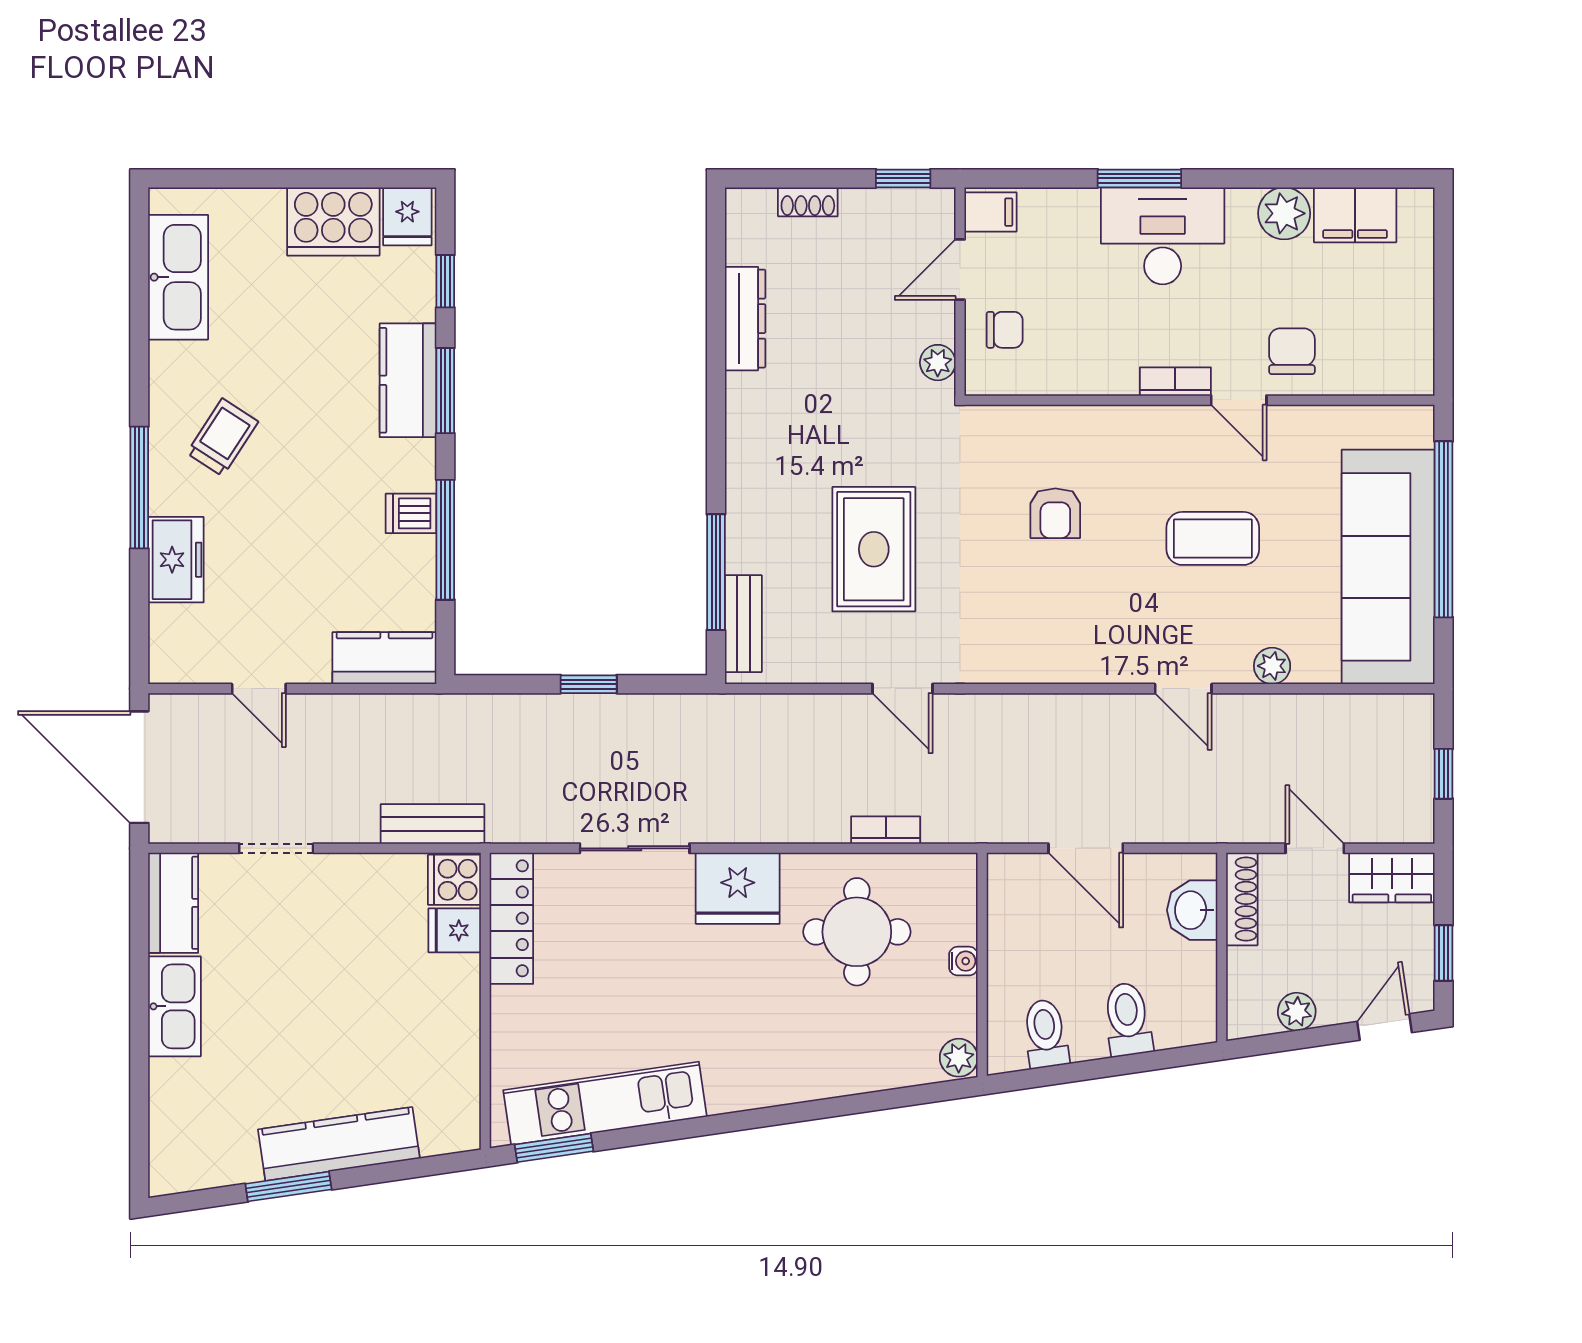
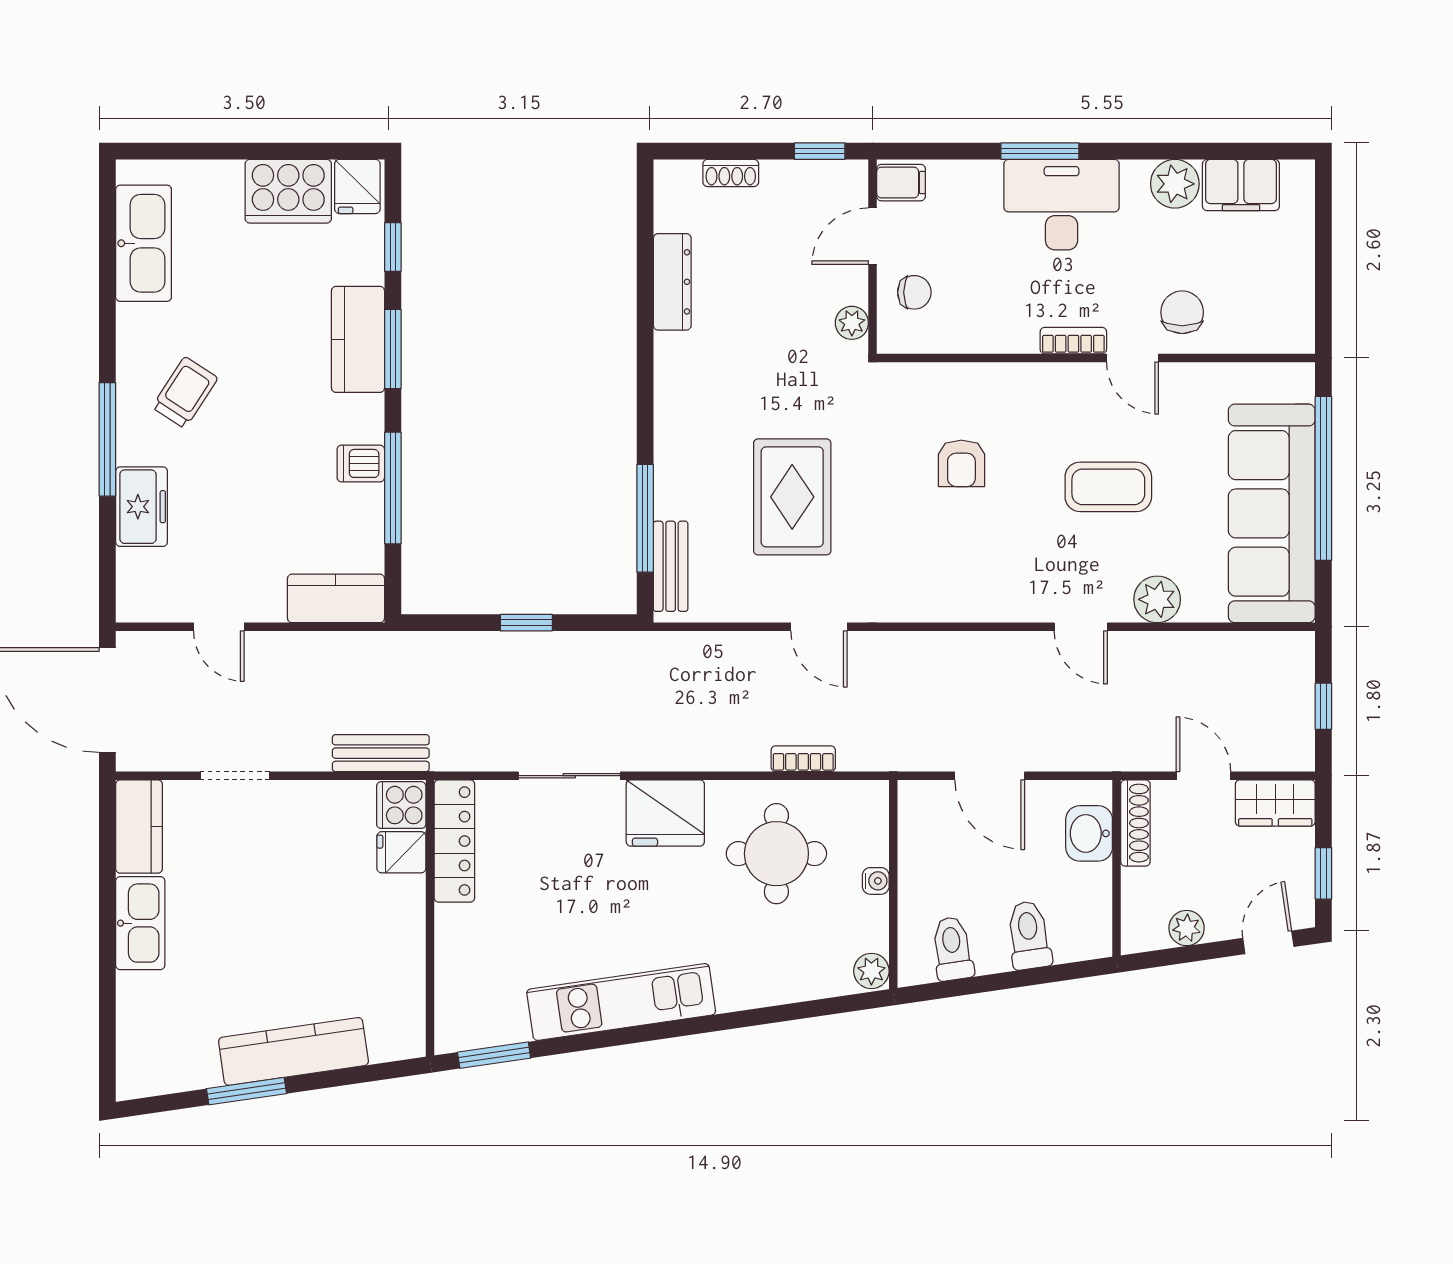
plant: (1272, 666) -> (1157, 599), width x1.38, depth x1.38
kitchen unit: (605, 1103) -> (621, 1002), moved

